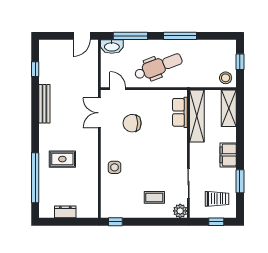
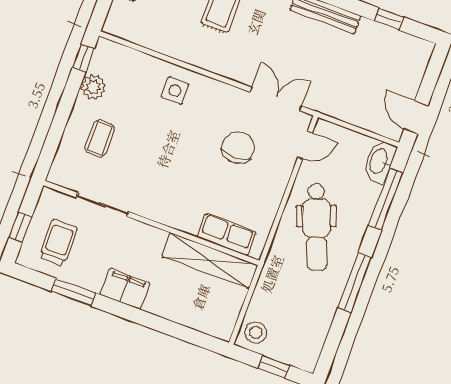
shelving: (229, 108) -> (203, 319), removed
trolley: (217, 199) -> (58, 243), turned 180
plant: (180, 211) -> (93, 87), moved

